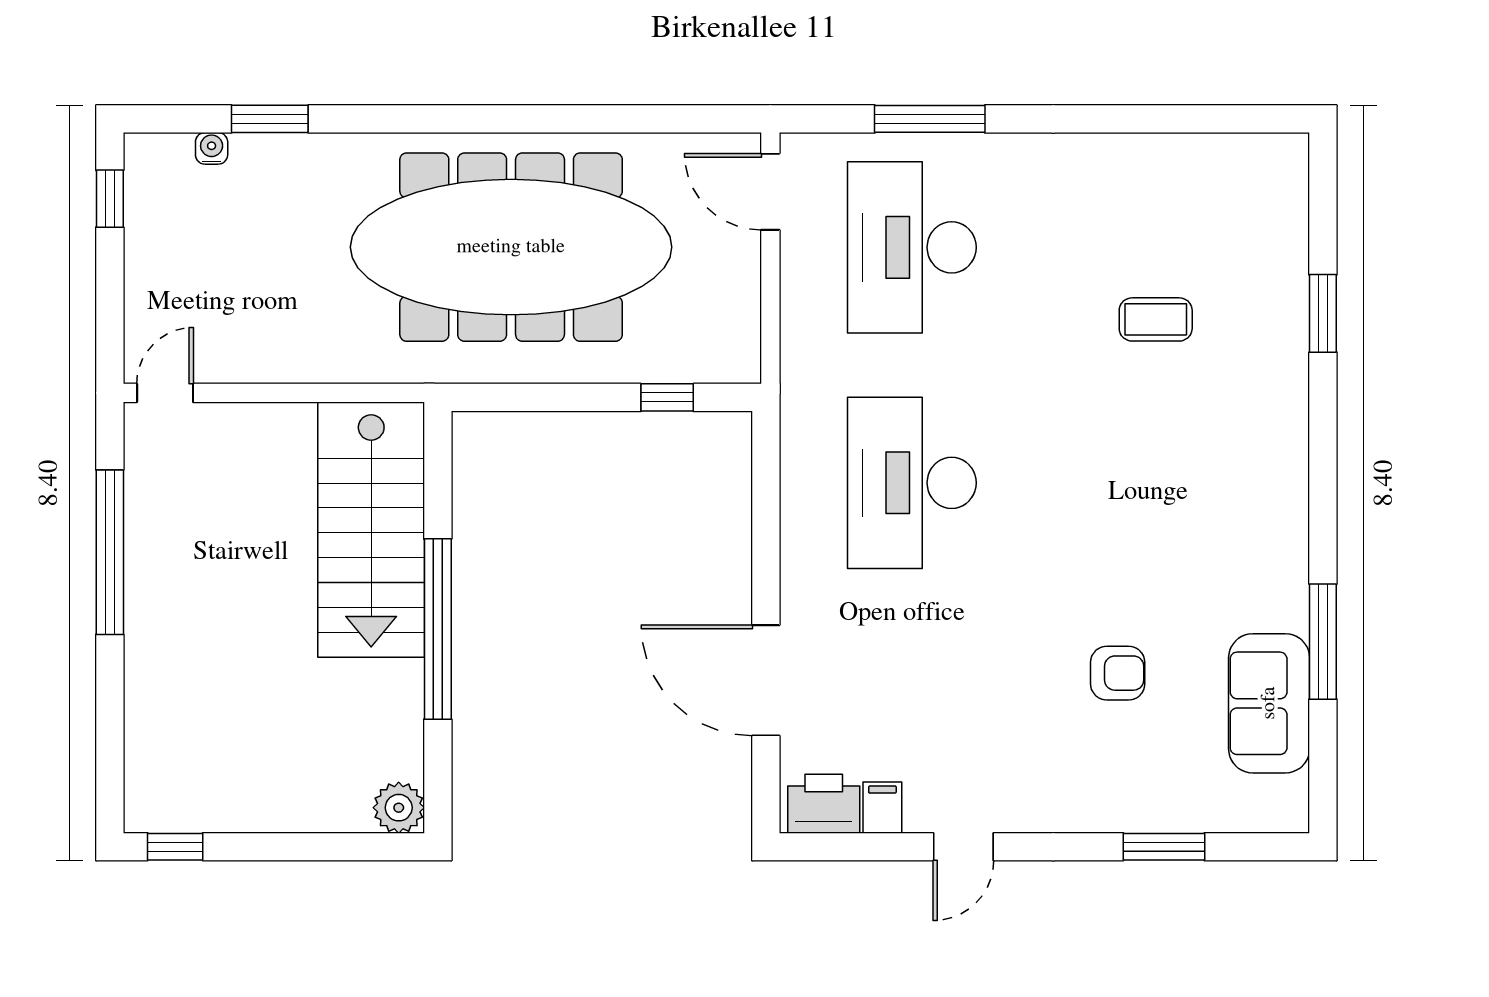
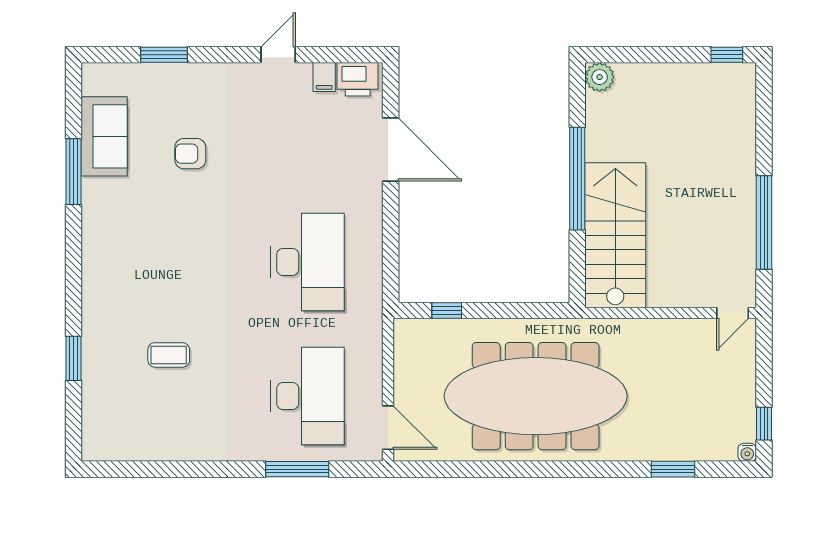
water cooler: (212, 148) -> (747, 452), moved

